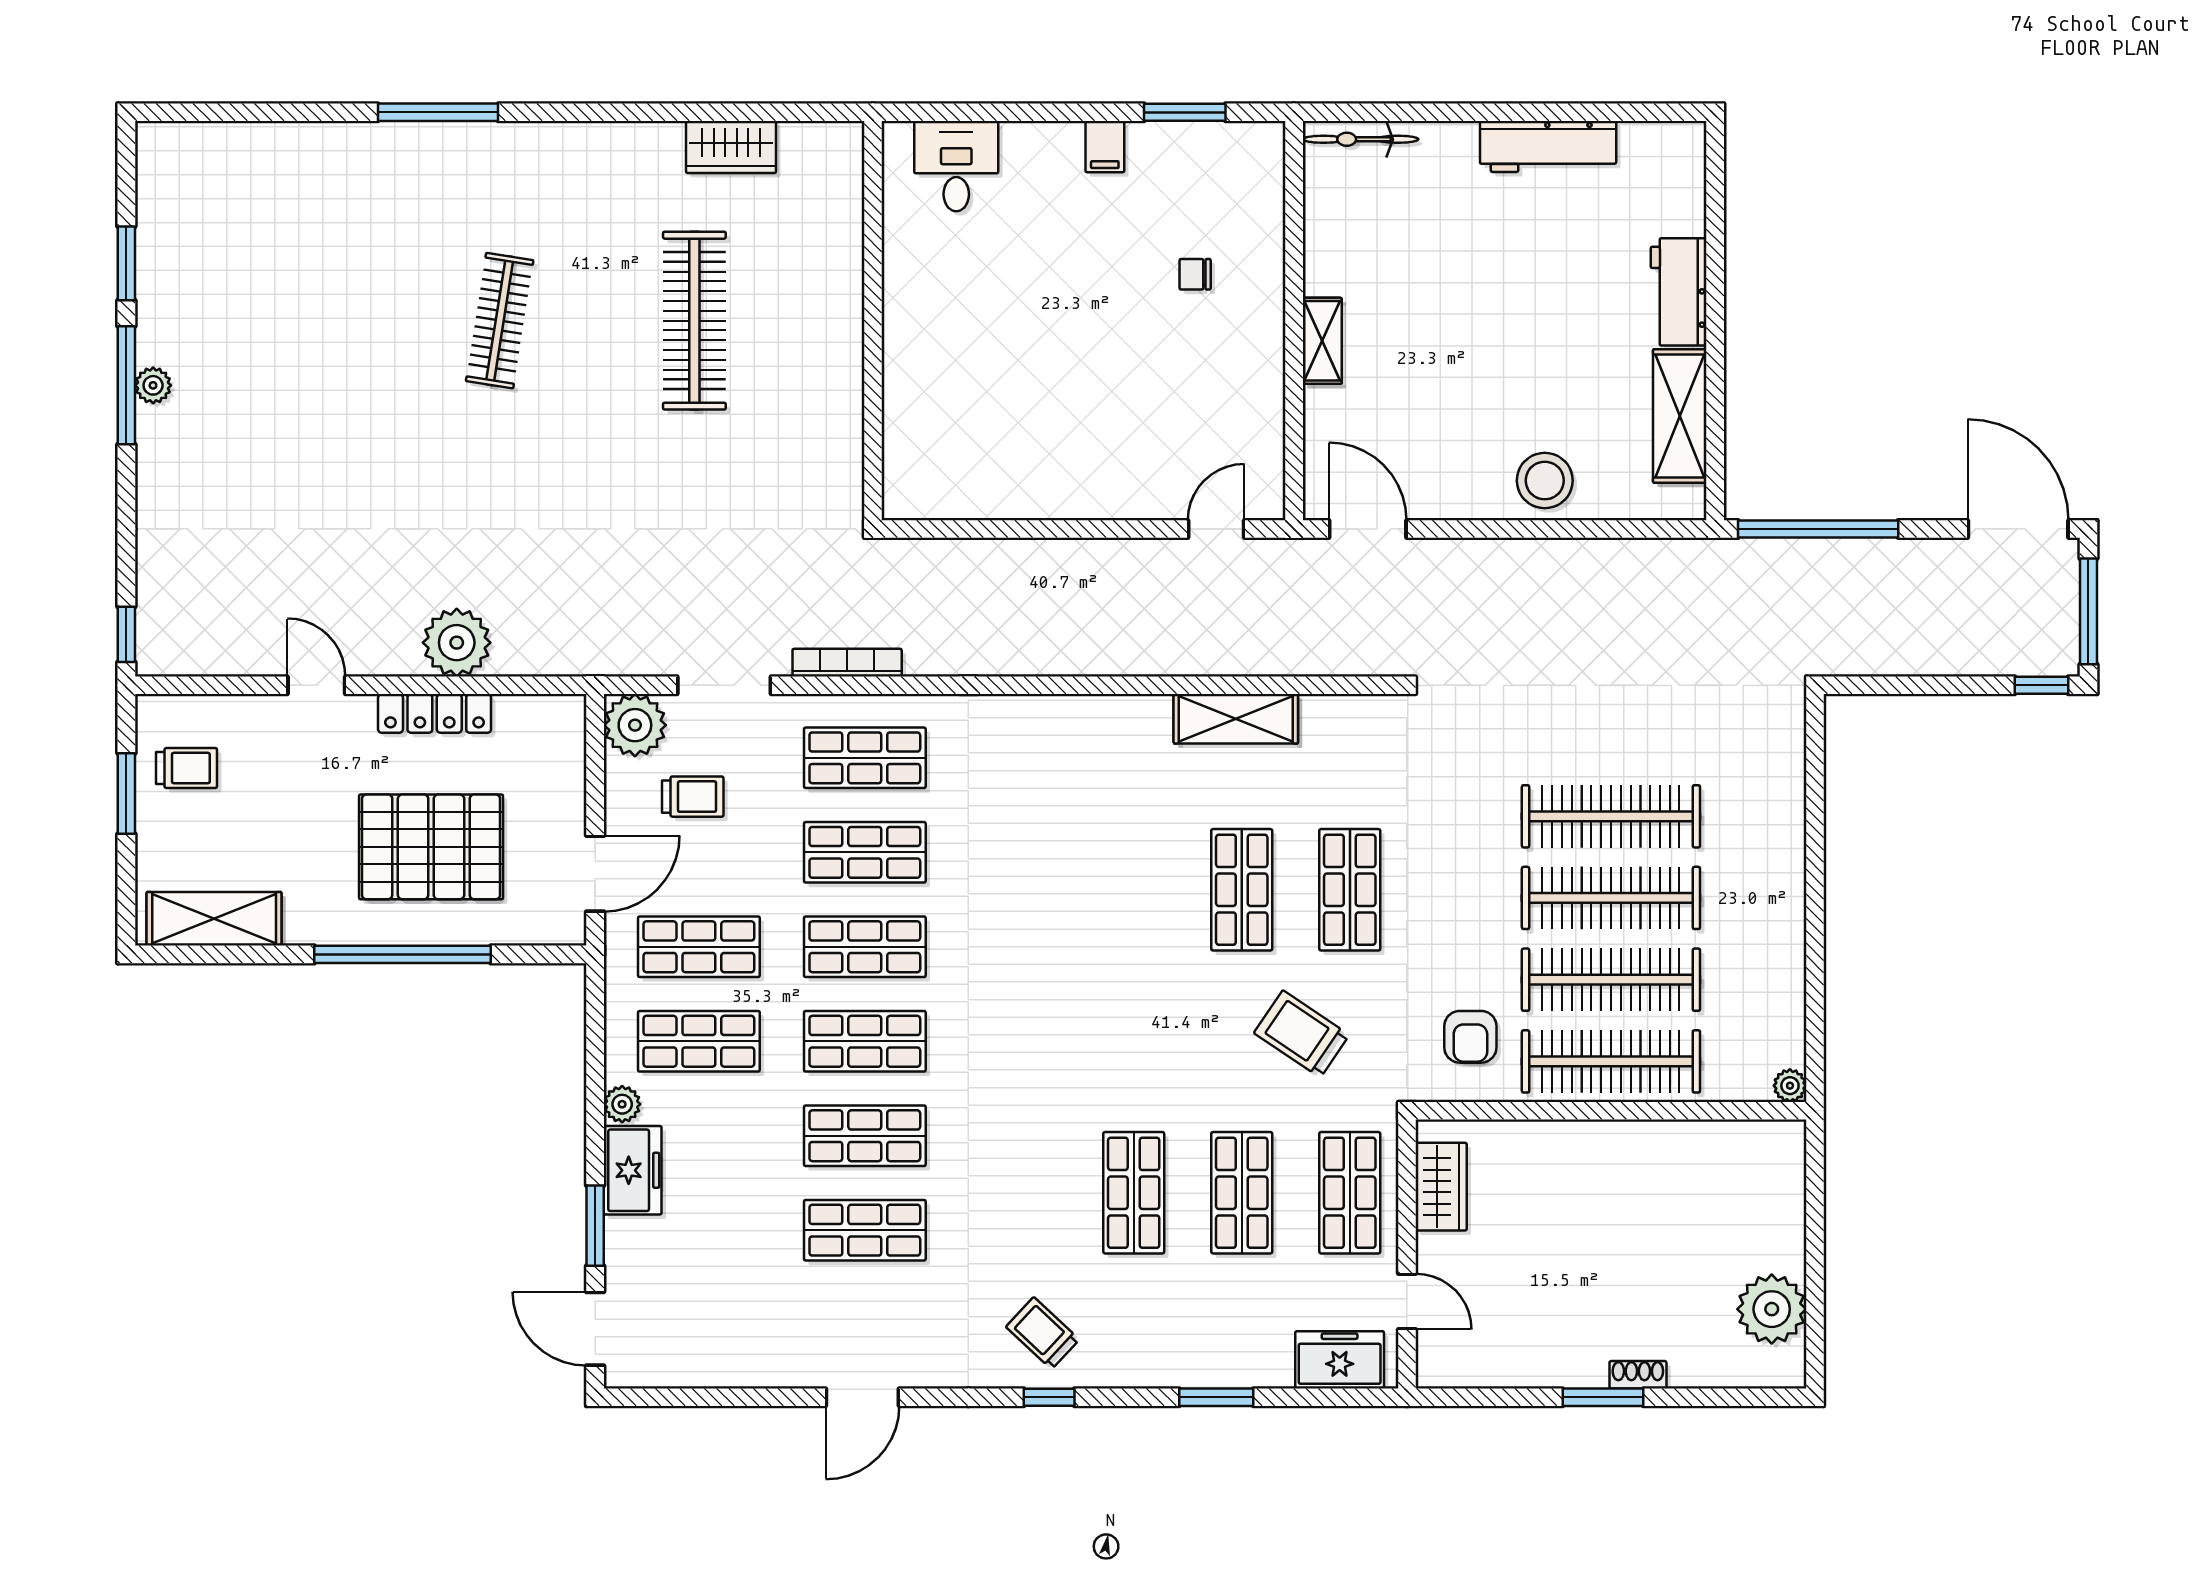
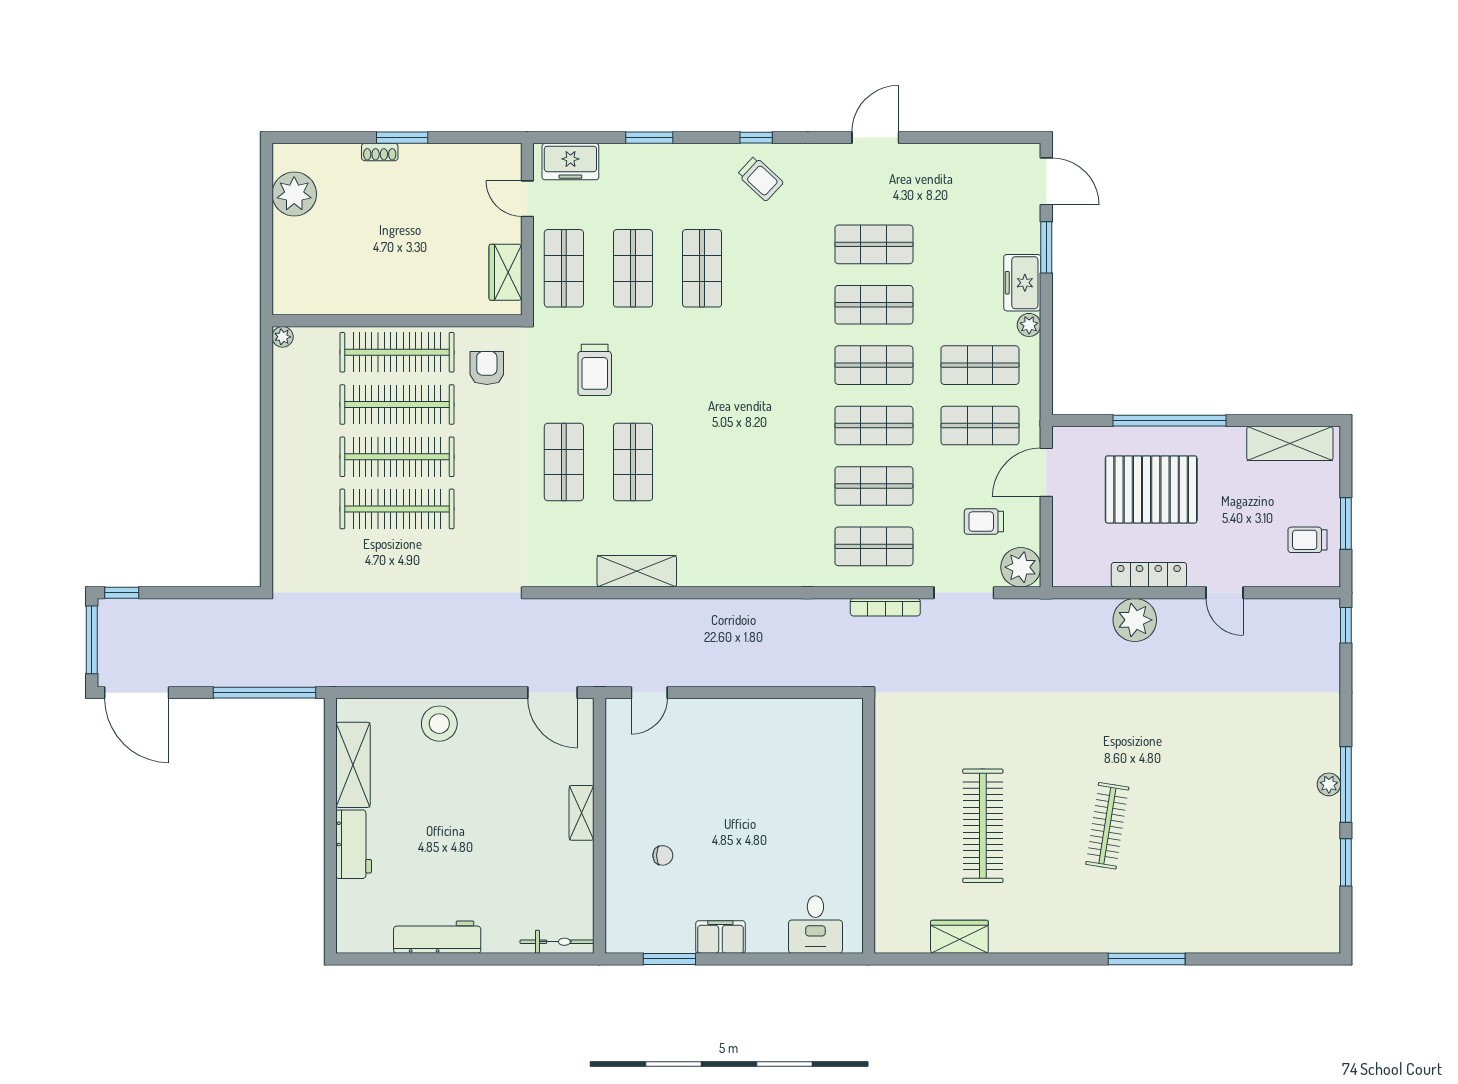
filing cabinet: (1105, 147) -> (720, 937), width x2.00
trolley: (1302, 1034) -> (595, 370), turned 56

